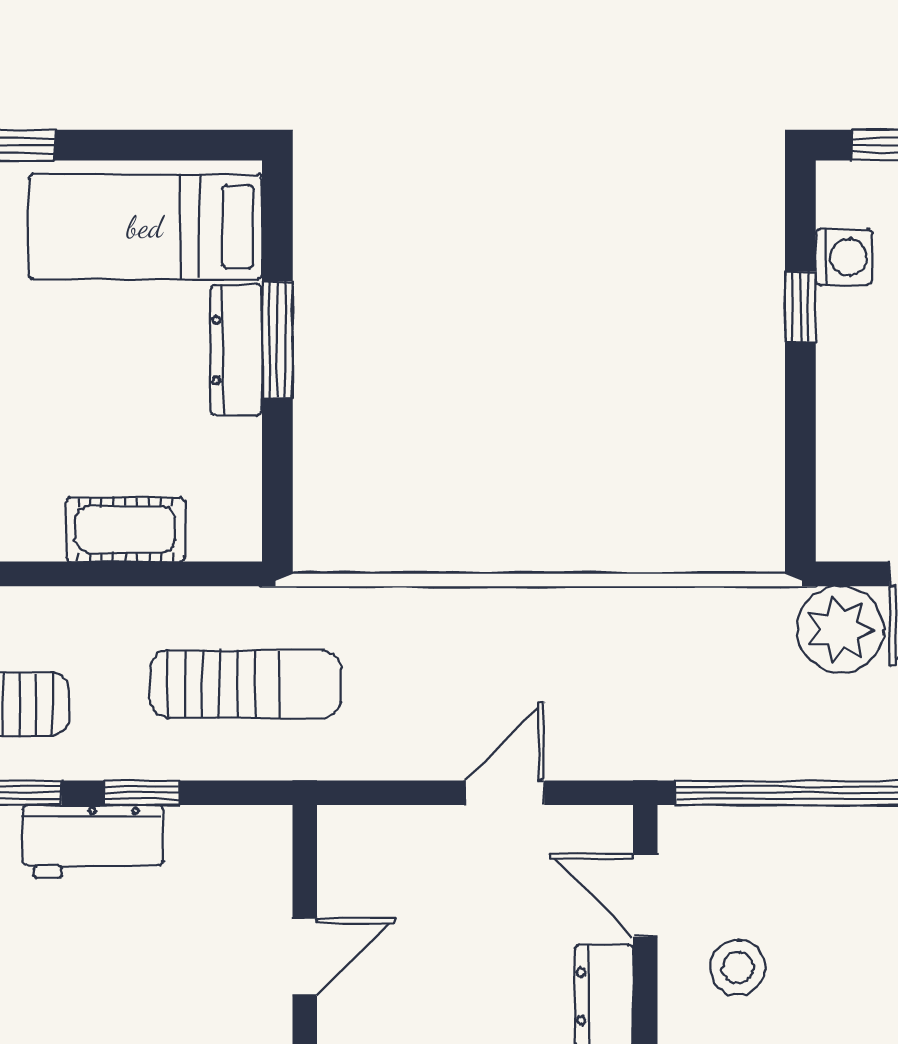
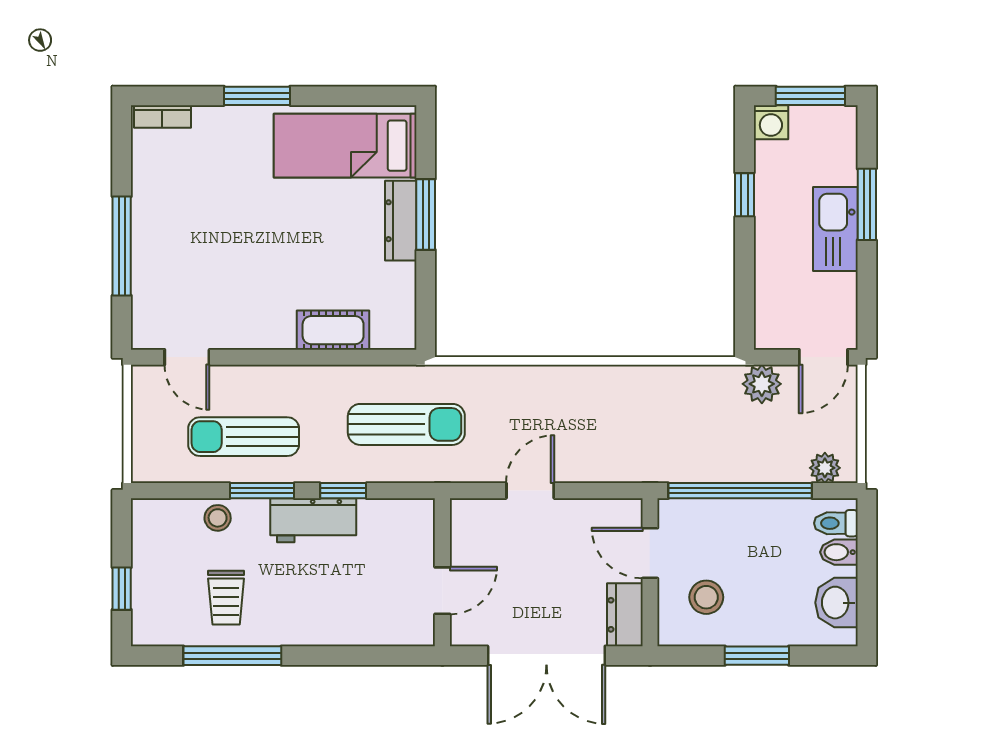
washing machine: (844, 257) -> (771, 122), moved, turned 90
plant: (840, 629) -> (762, 384), width x0.73, depth x0.73
door: (505, 793) -> (530, 491), moved

